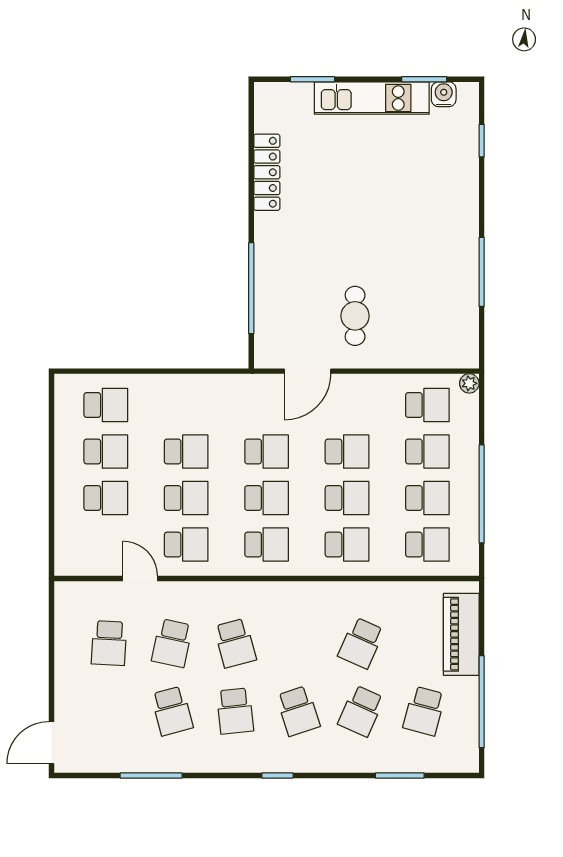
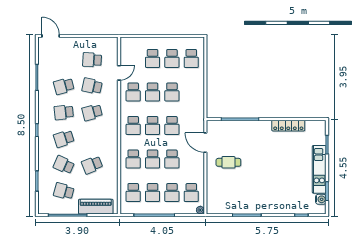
school desk: (361, 643) -> (92, 165), turned -45

